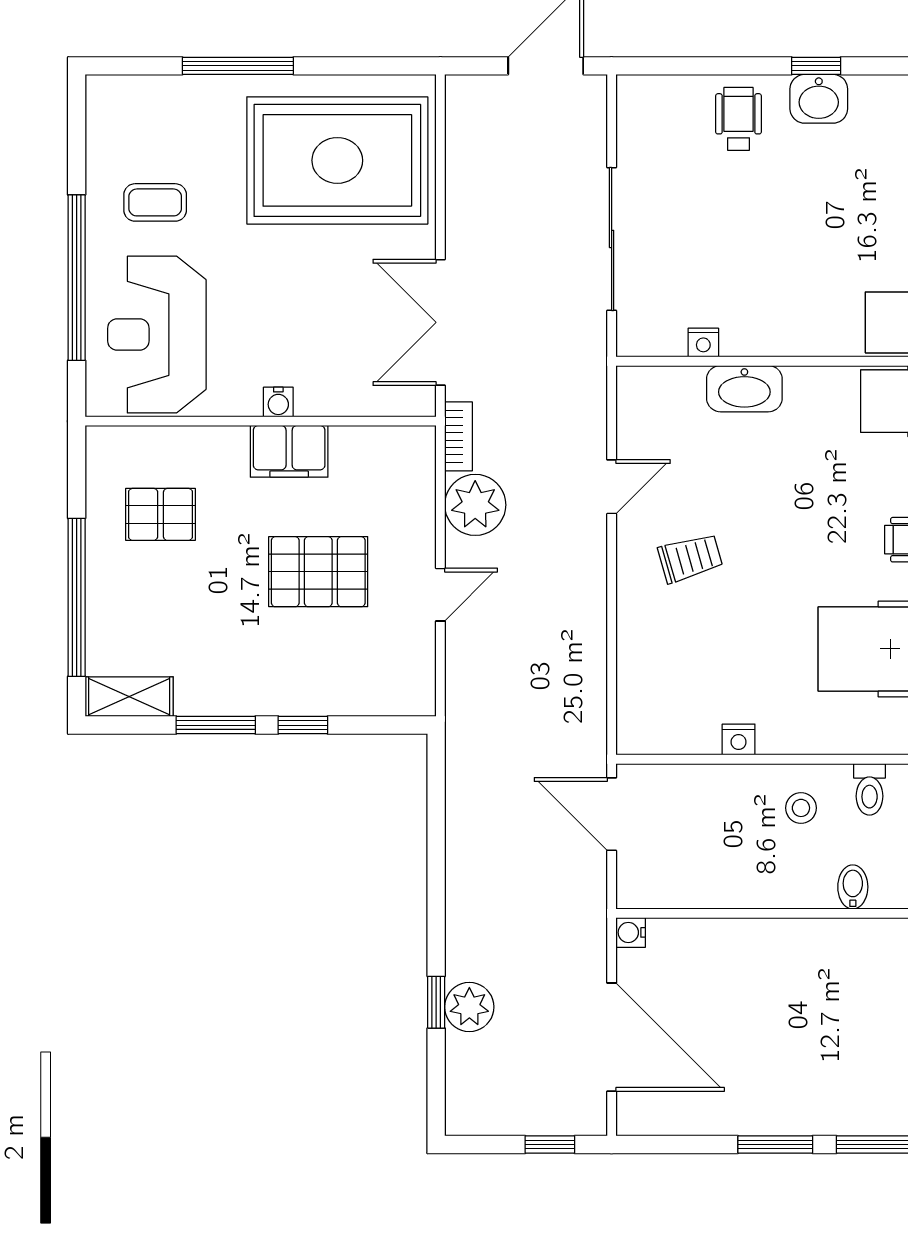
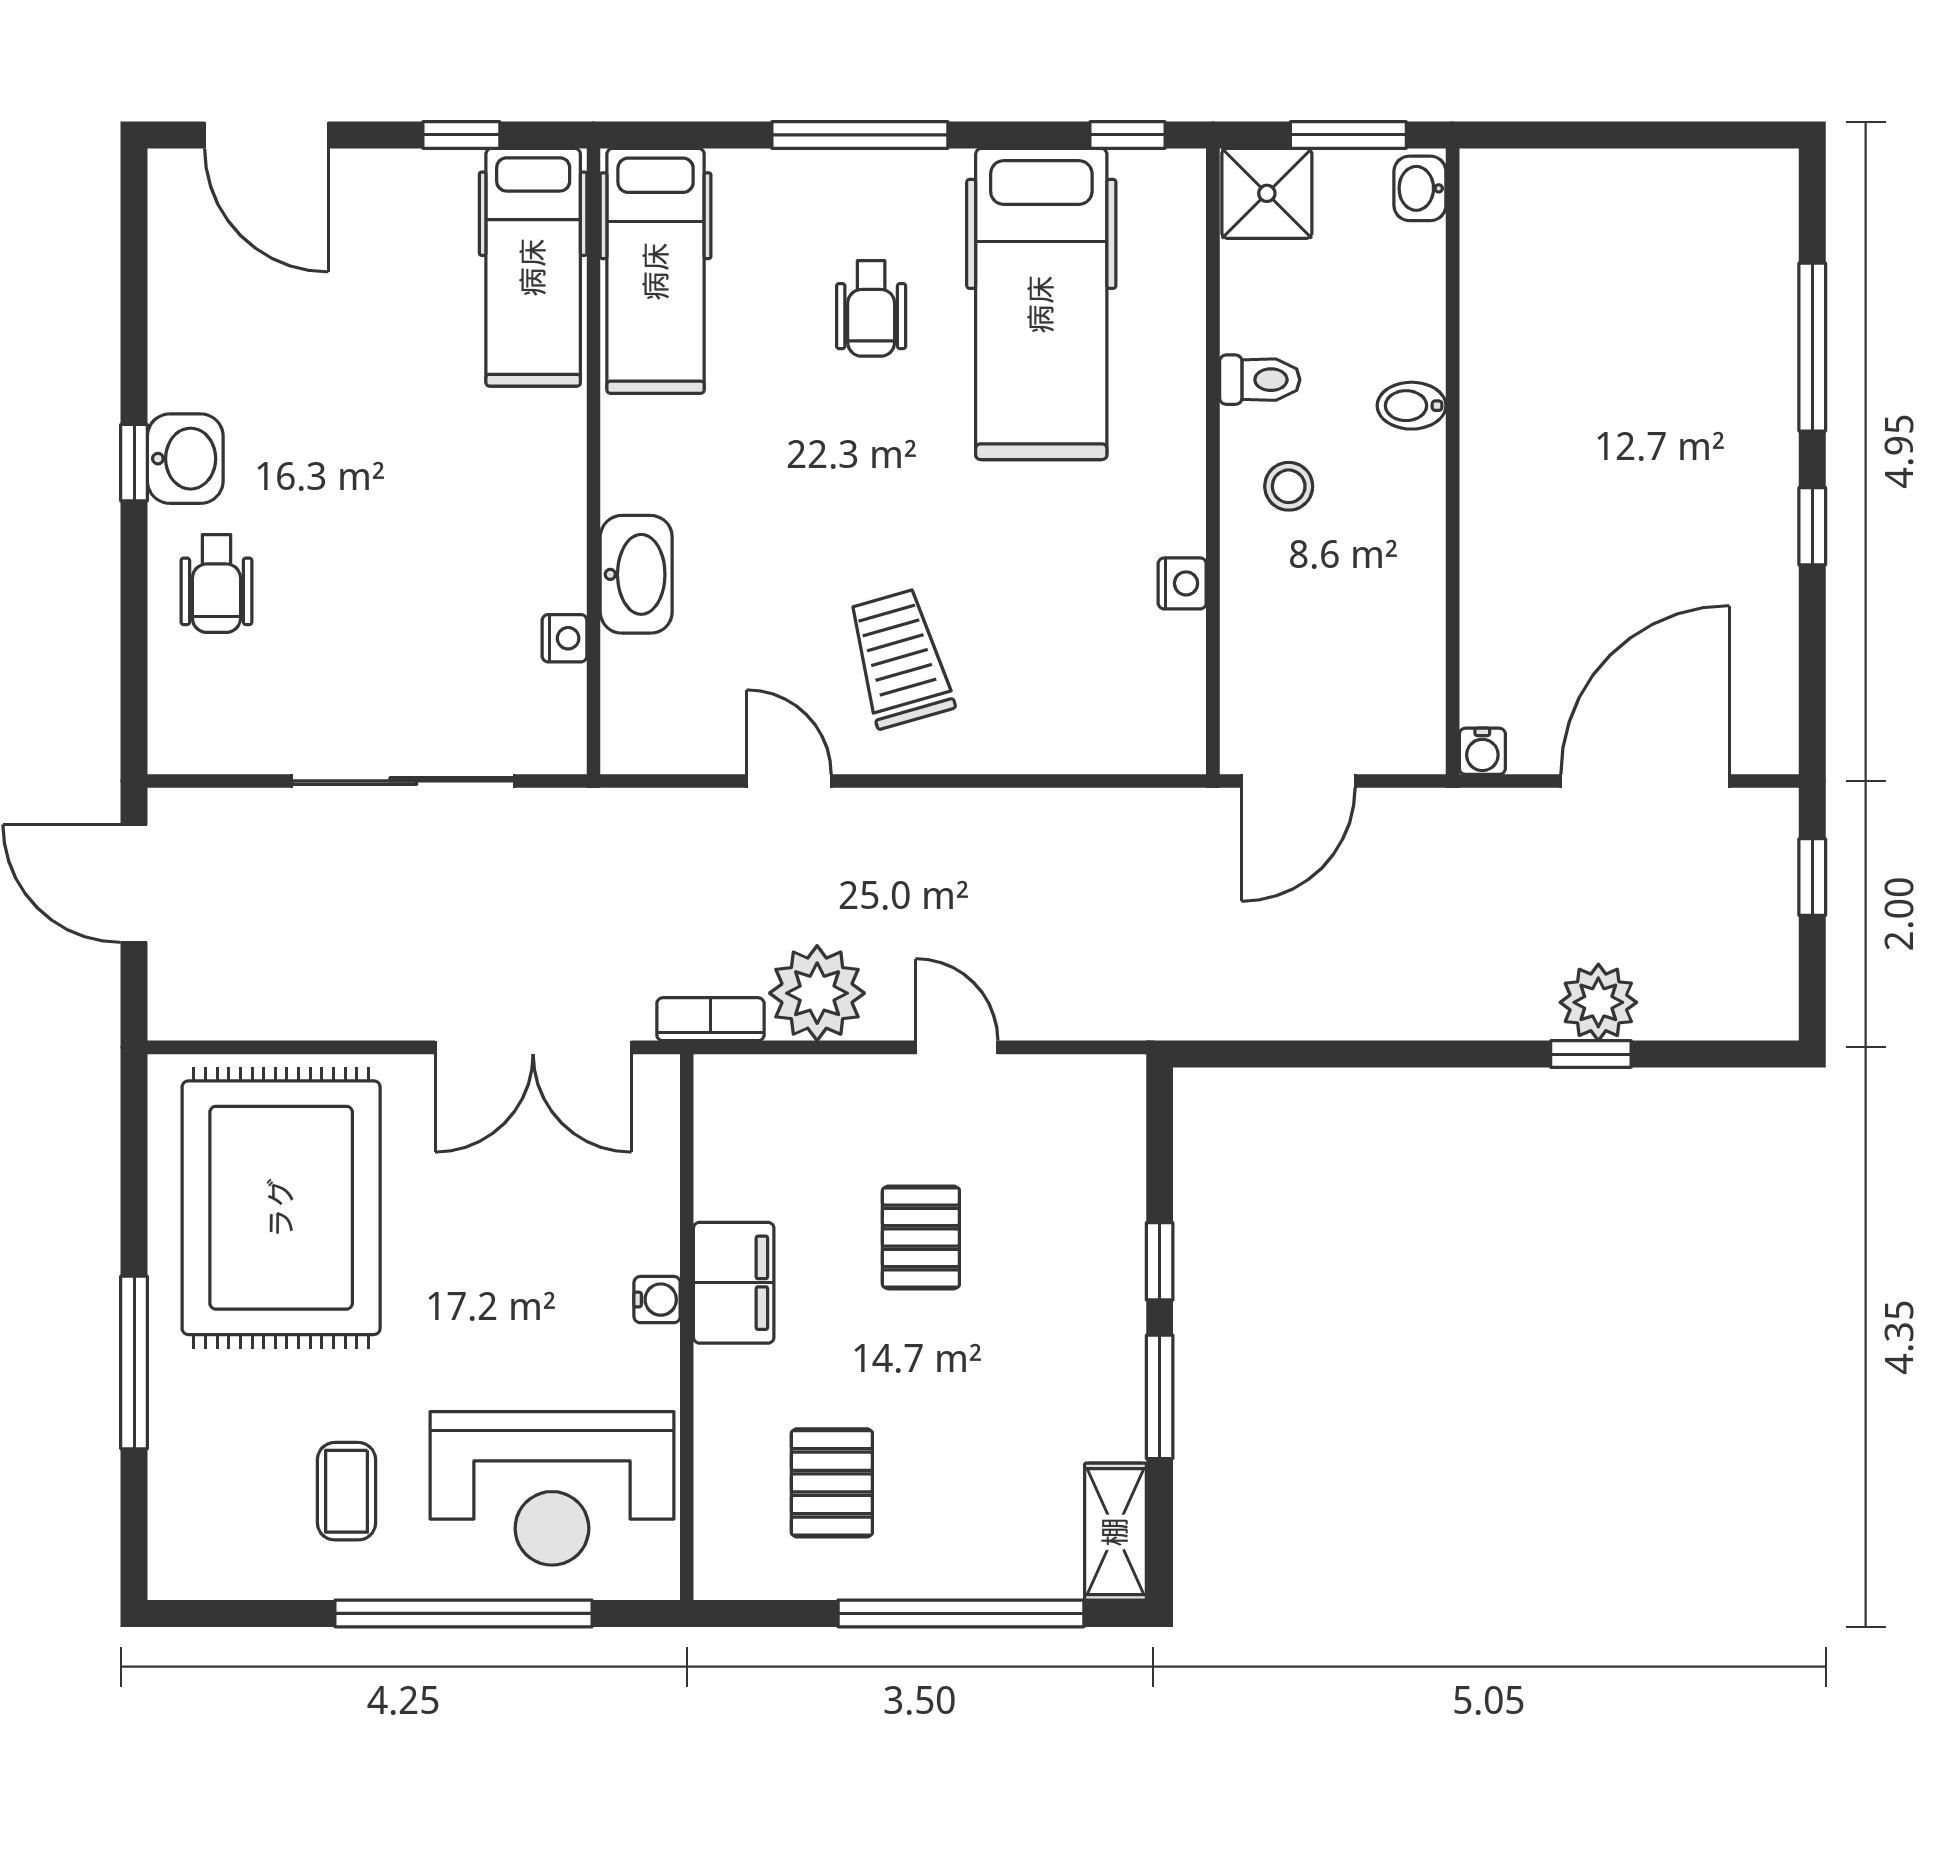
wheelchair: (738, 119) -> (216, 584), turned -90
trolley: (690, 558) -> (900, 659), width x1.36, depth x1.39
pallet: (318, 572) -> (921, 1237), width x0.67, depth x0.71
window: (775, 1144) -> (1812, 526), width x0.67

